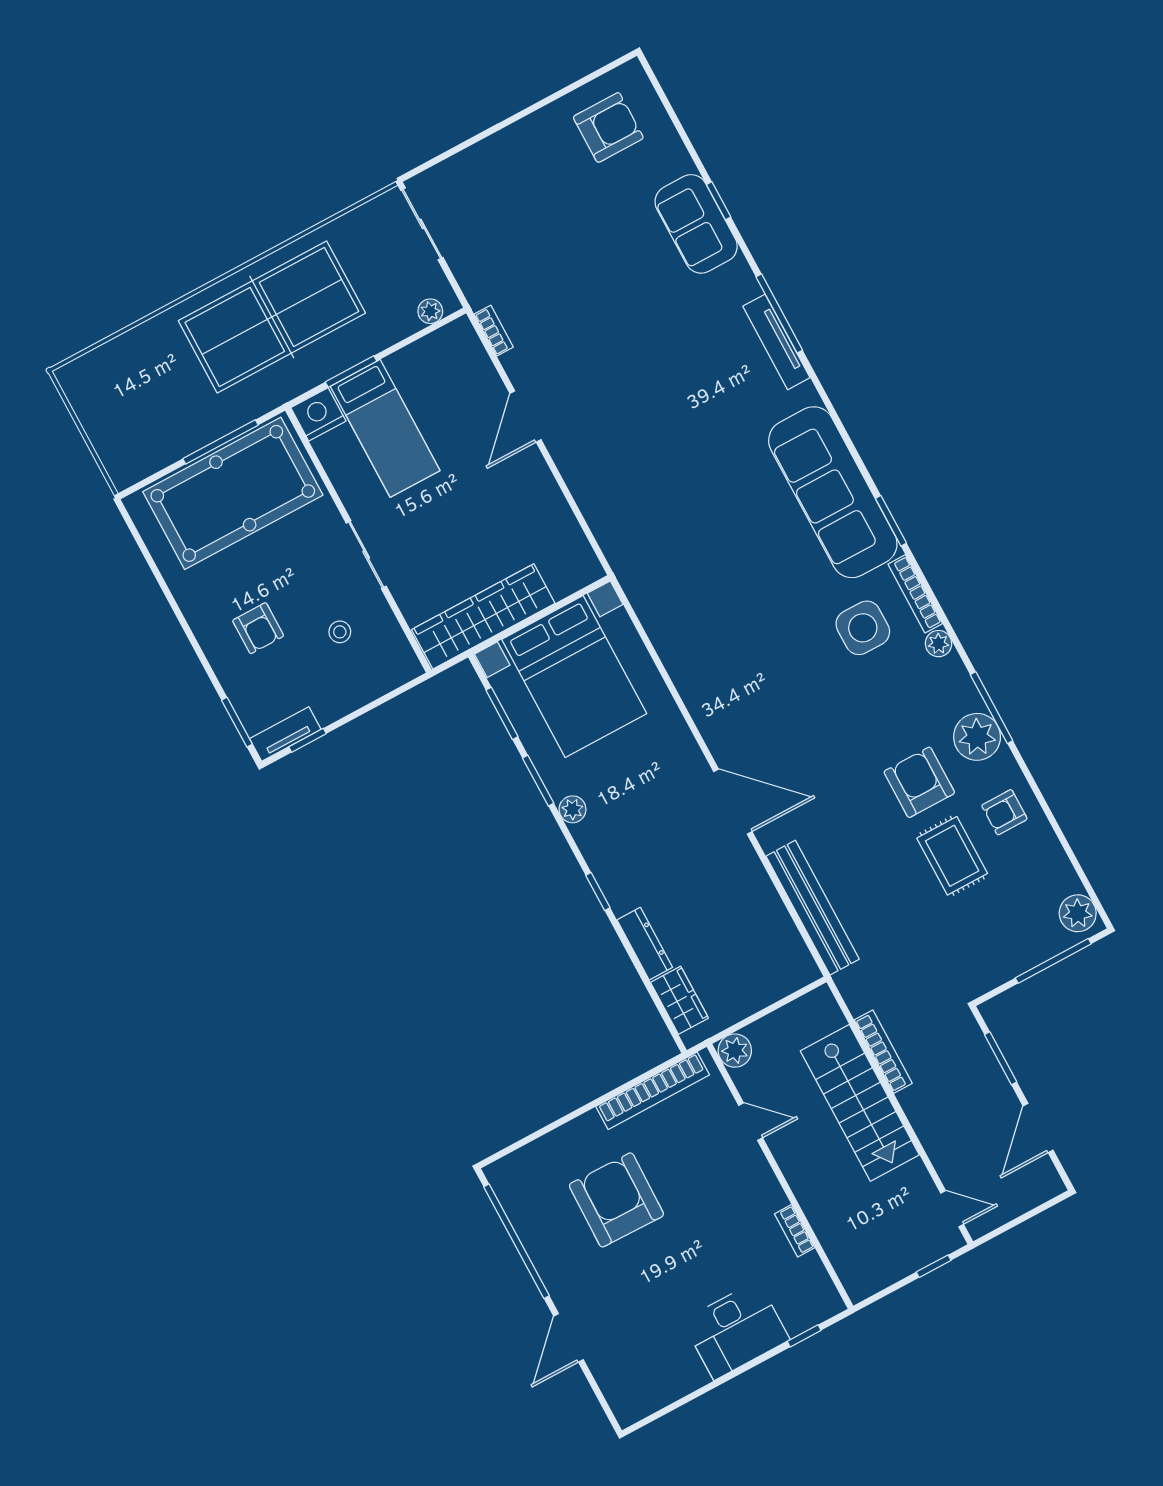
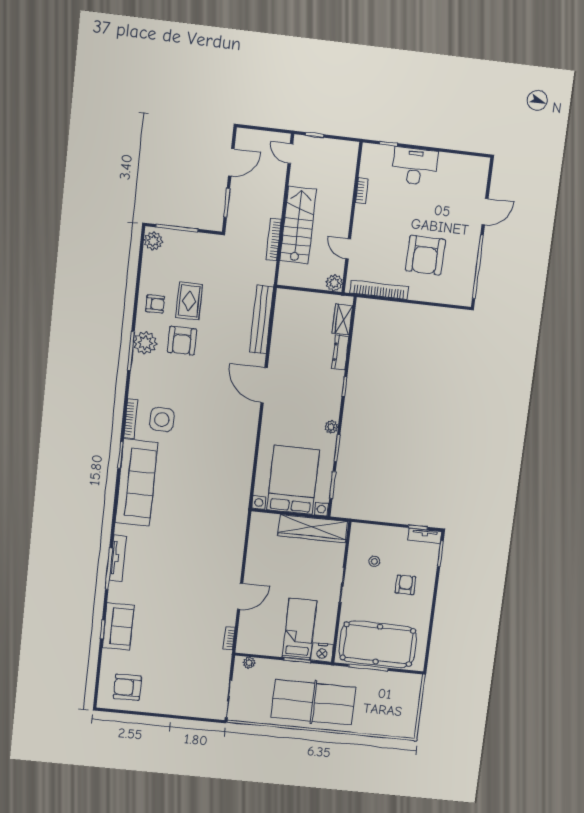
plant: (938, 644) -> (135, 392), removed

